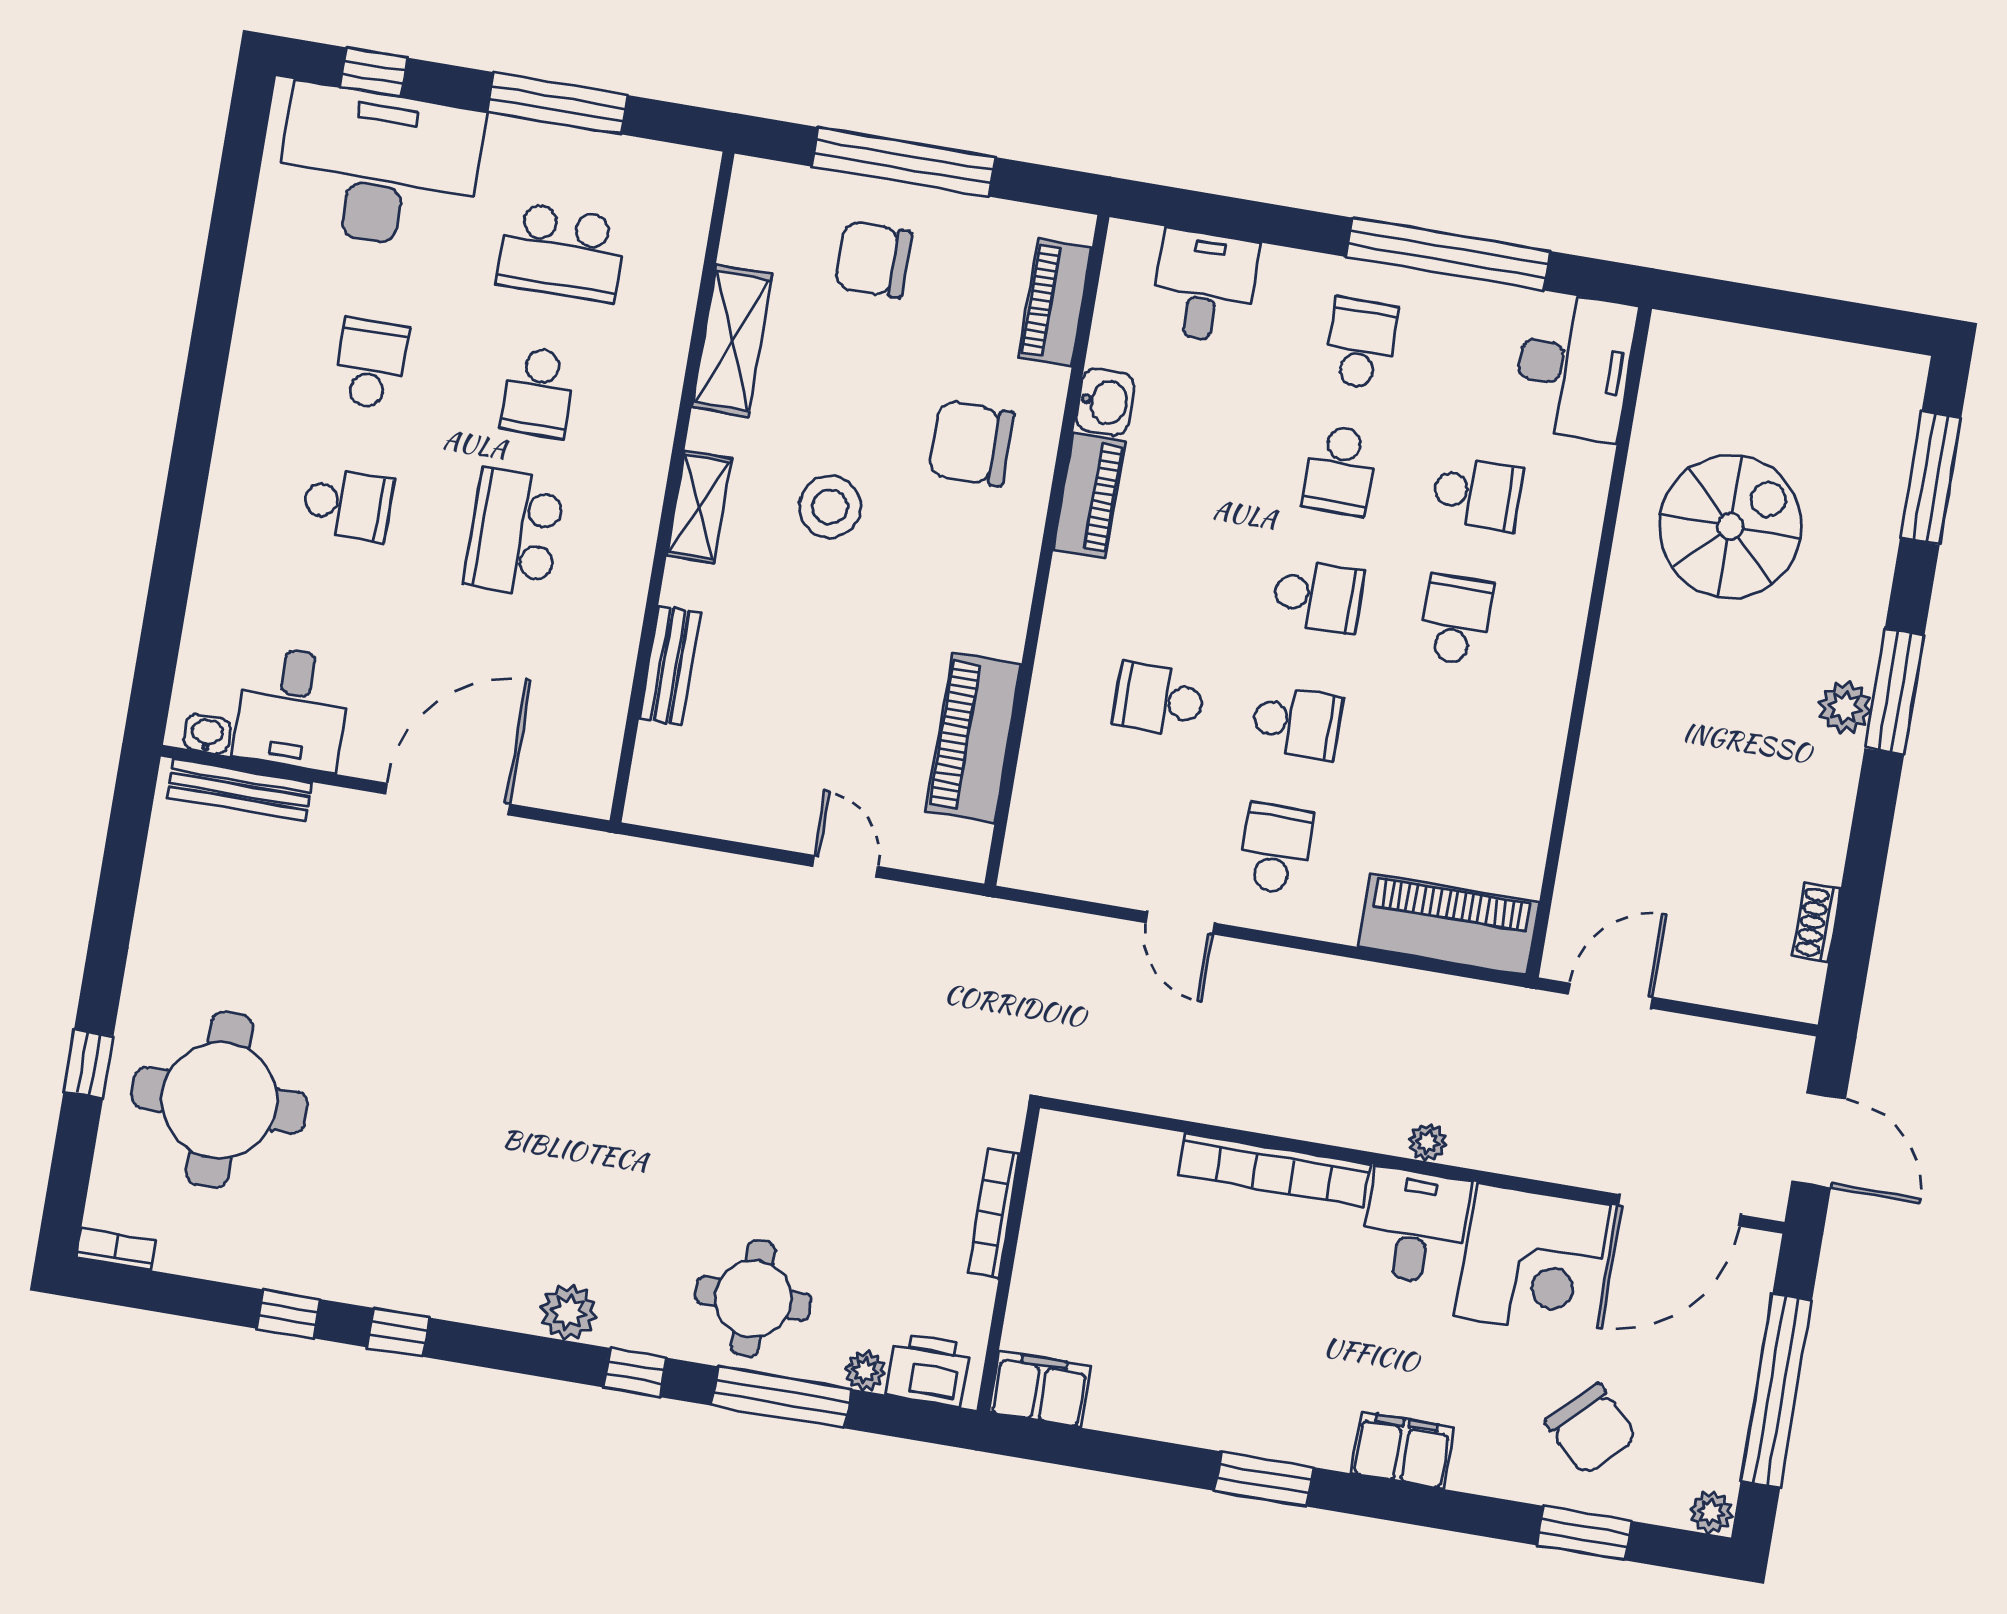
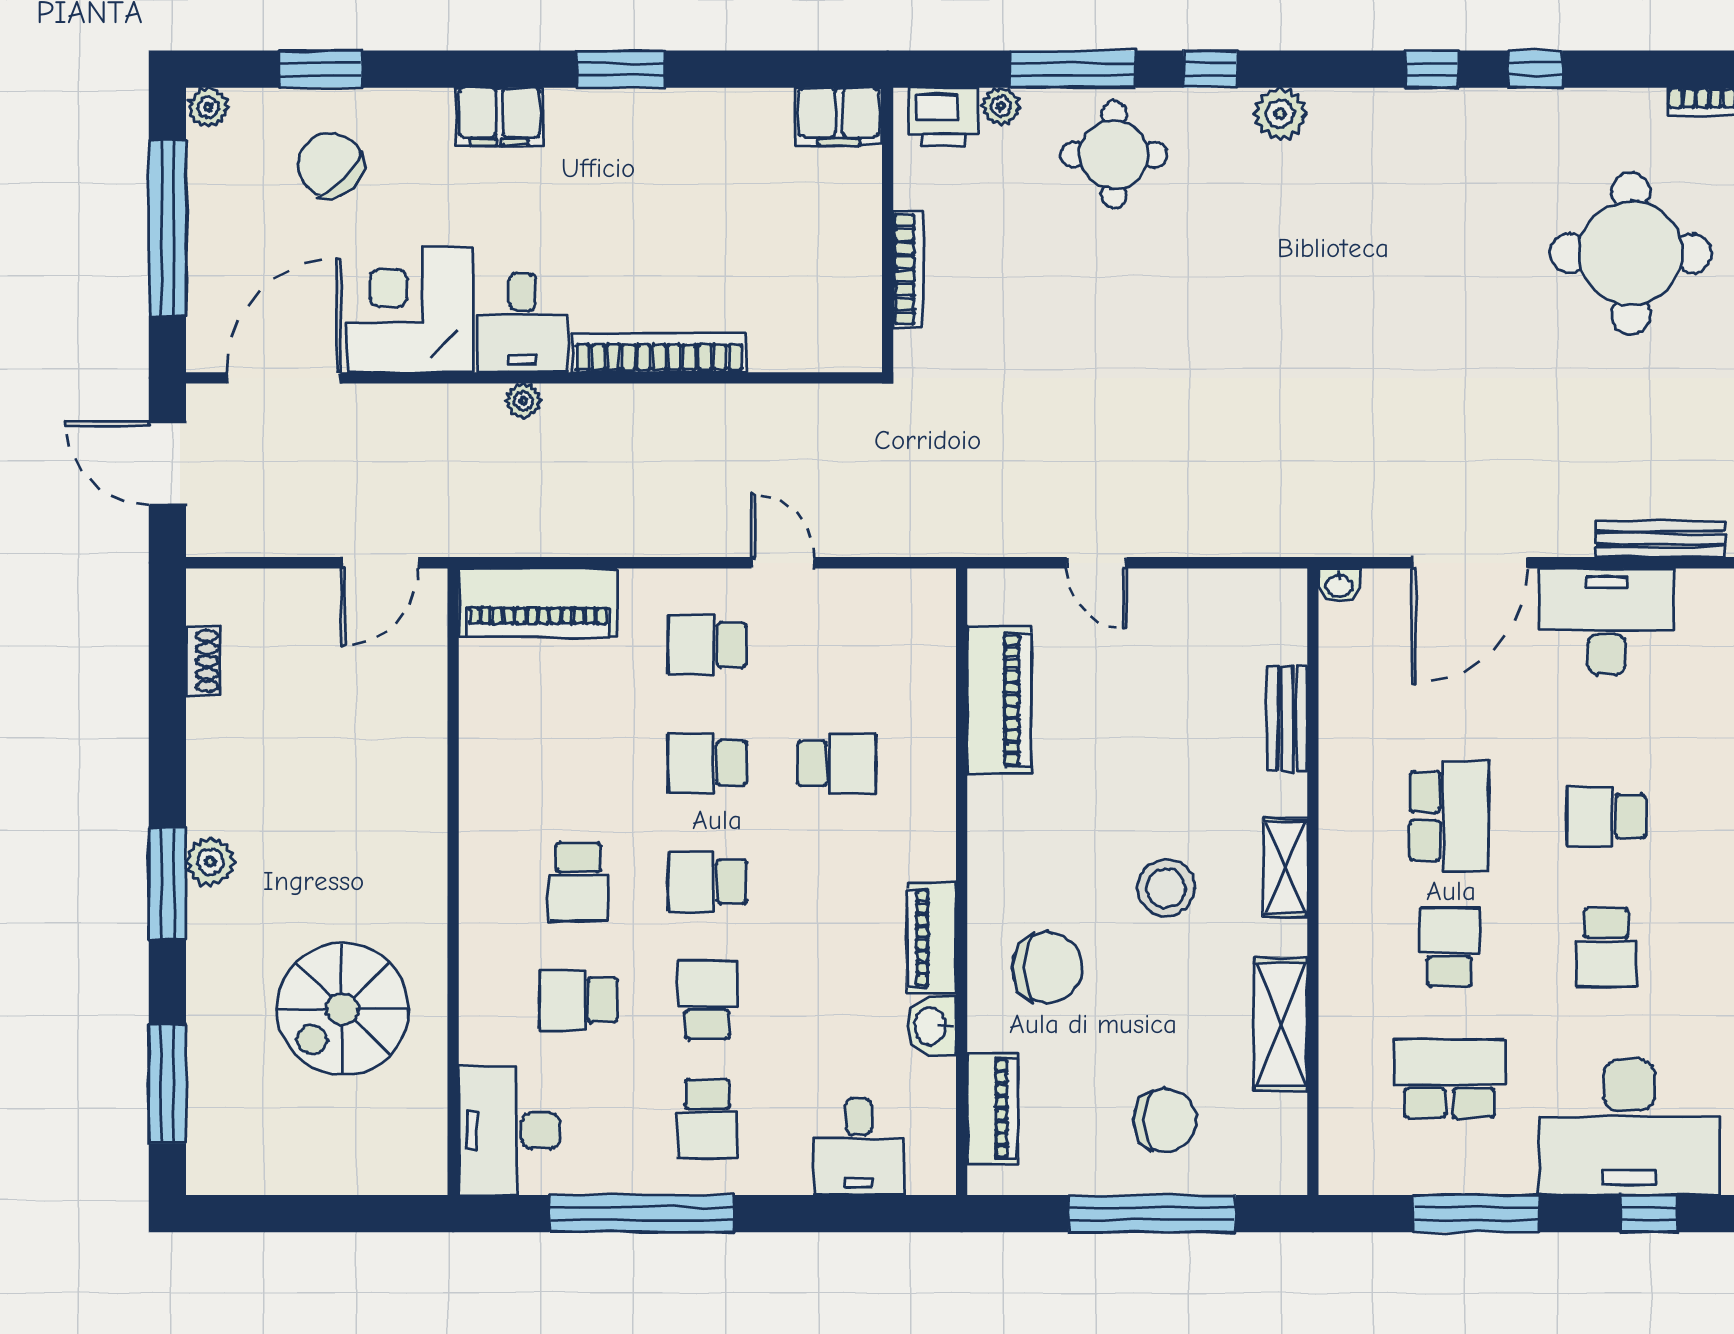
desk: (292, 708) -> (1606, 621), width x1.37
washbasin: (207, 734) -> (1339, 585), moved
school desk: (1275, 849) -> (707, 645), turned 90

